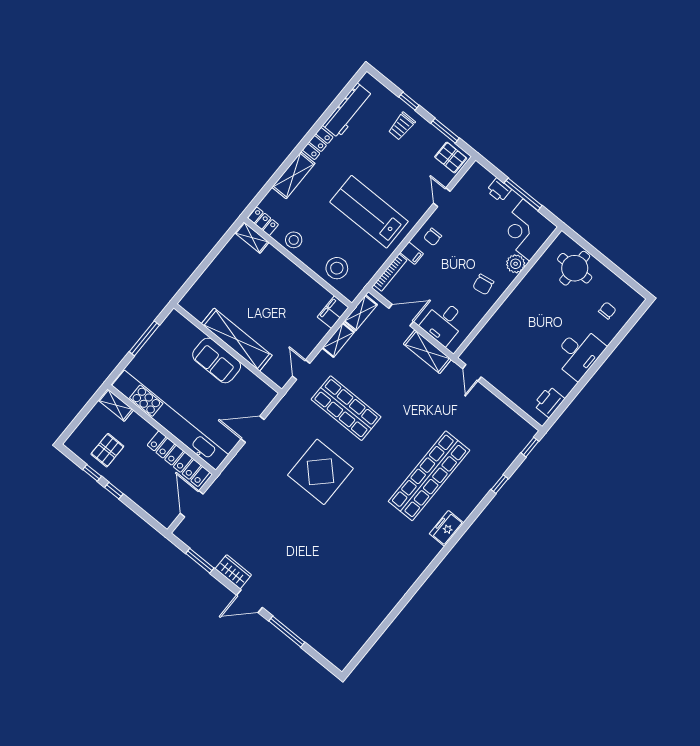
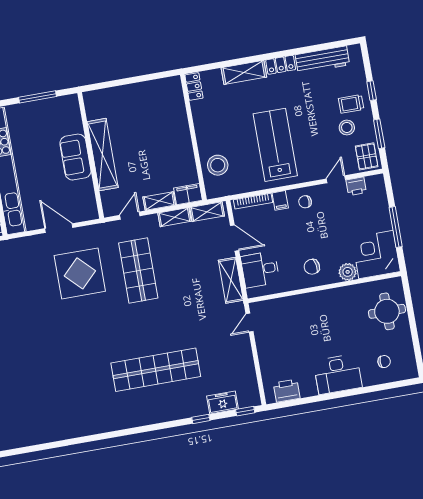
printer: (499, 190) -> (356, 186), moved, turned -90
shelving: (252, 238) -> (159, 201), moved, turned 90
stool: (294, 240) -> (347, 127), moved
display table: (320, 472) -> (80, 273), moved
freezer: (447, 528) -> (223, 403), moved

